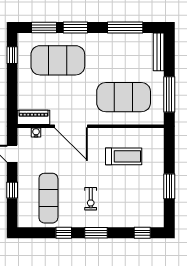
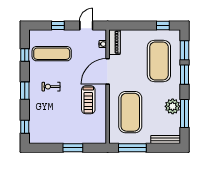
plant: (116, 43) -> (173, 106), added
treadmill: (124, 156) -> (88, 100), moved
window: (169, 186) -> (73, 148), moved
window: (64, 233) -> (25, 55), moved

